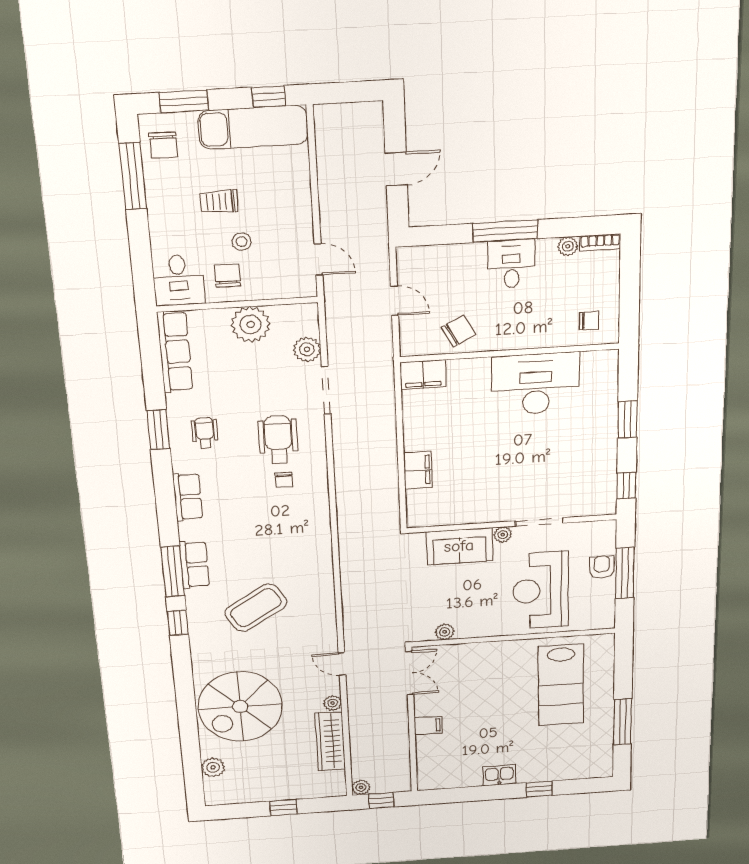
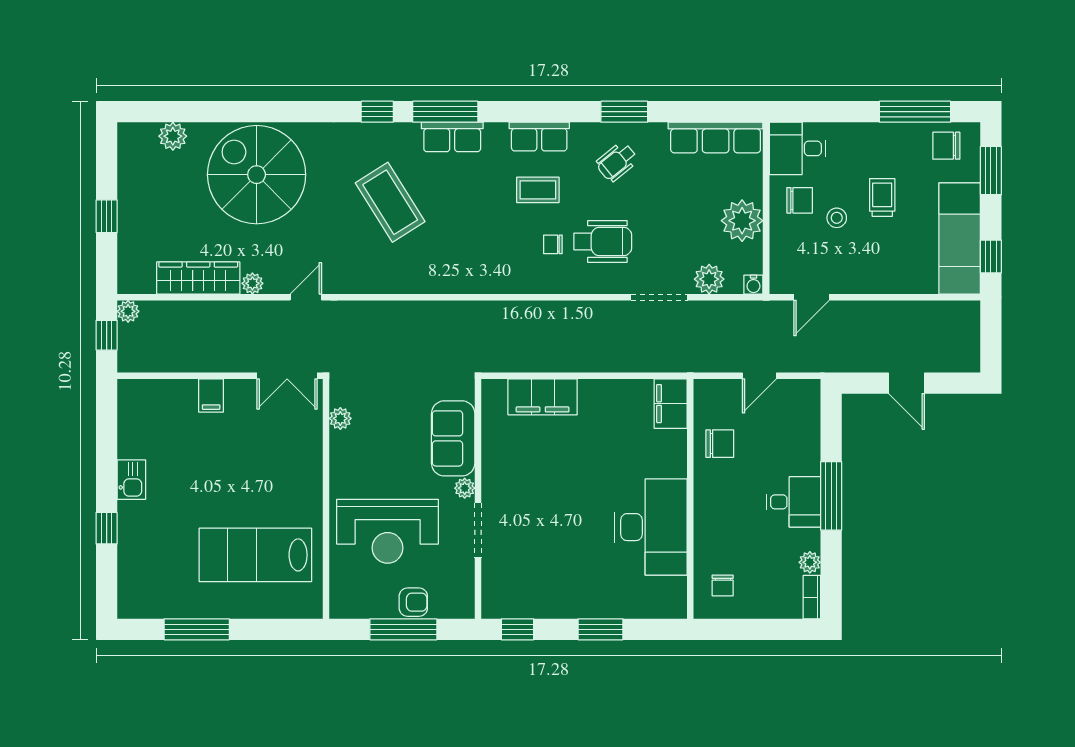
water cooler: (310, 311) -> (753, 285), added
chair: (459, 331) -> (720, 444), turned -62
wheelchair: (205, 433) -> (617, 162), turned 141
filing cabinet: (418, 470) -> (543, 397), width x1.50, depth x1.17
coffee table: (236, 495) -> (538, 190), added
reception desk: (541, 590) -> (388, 531), turned 180

